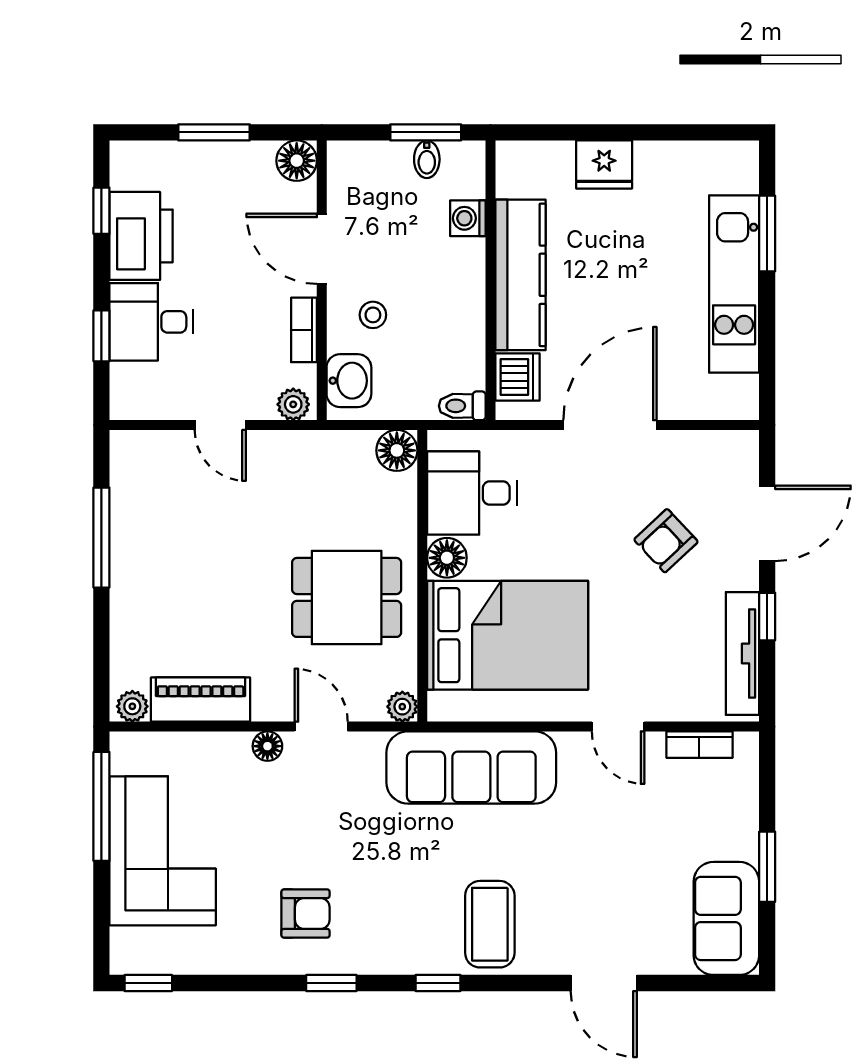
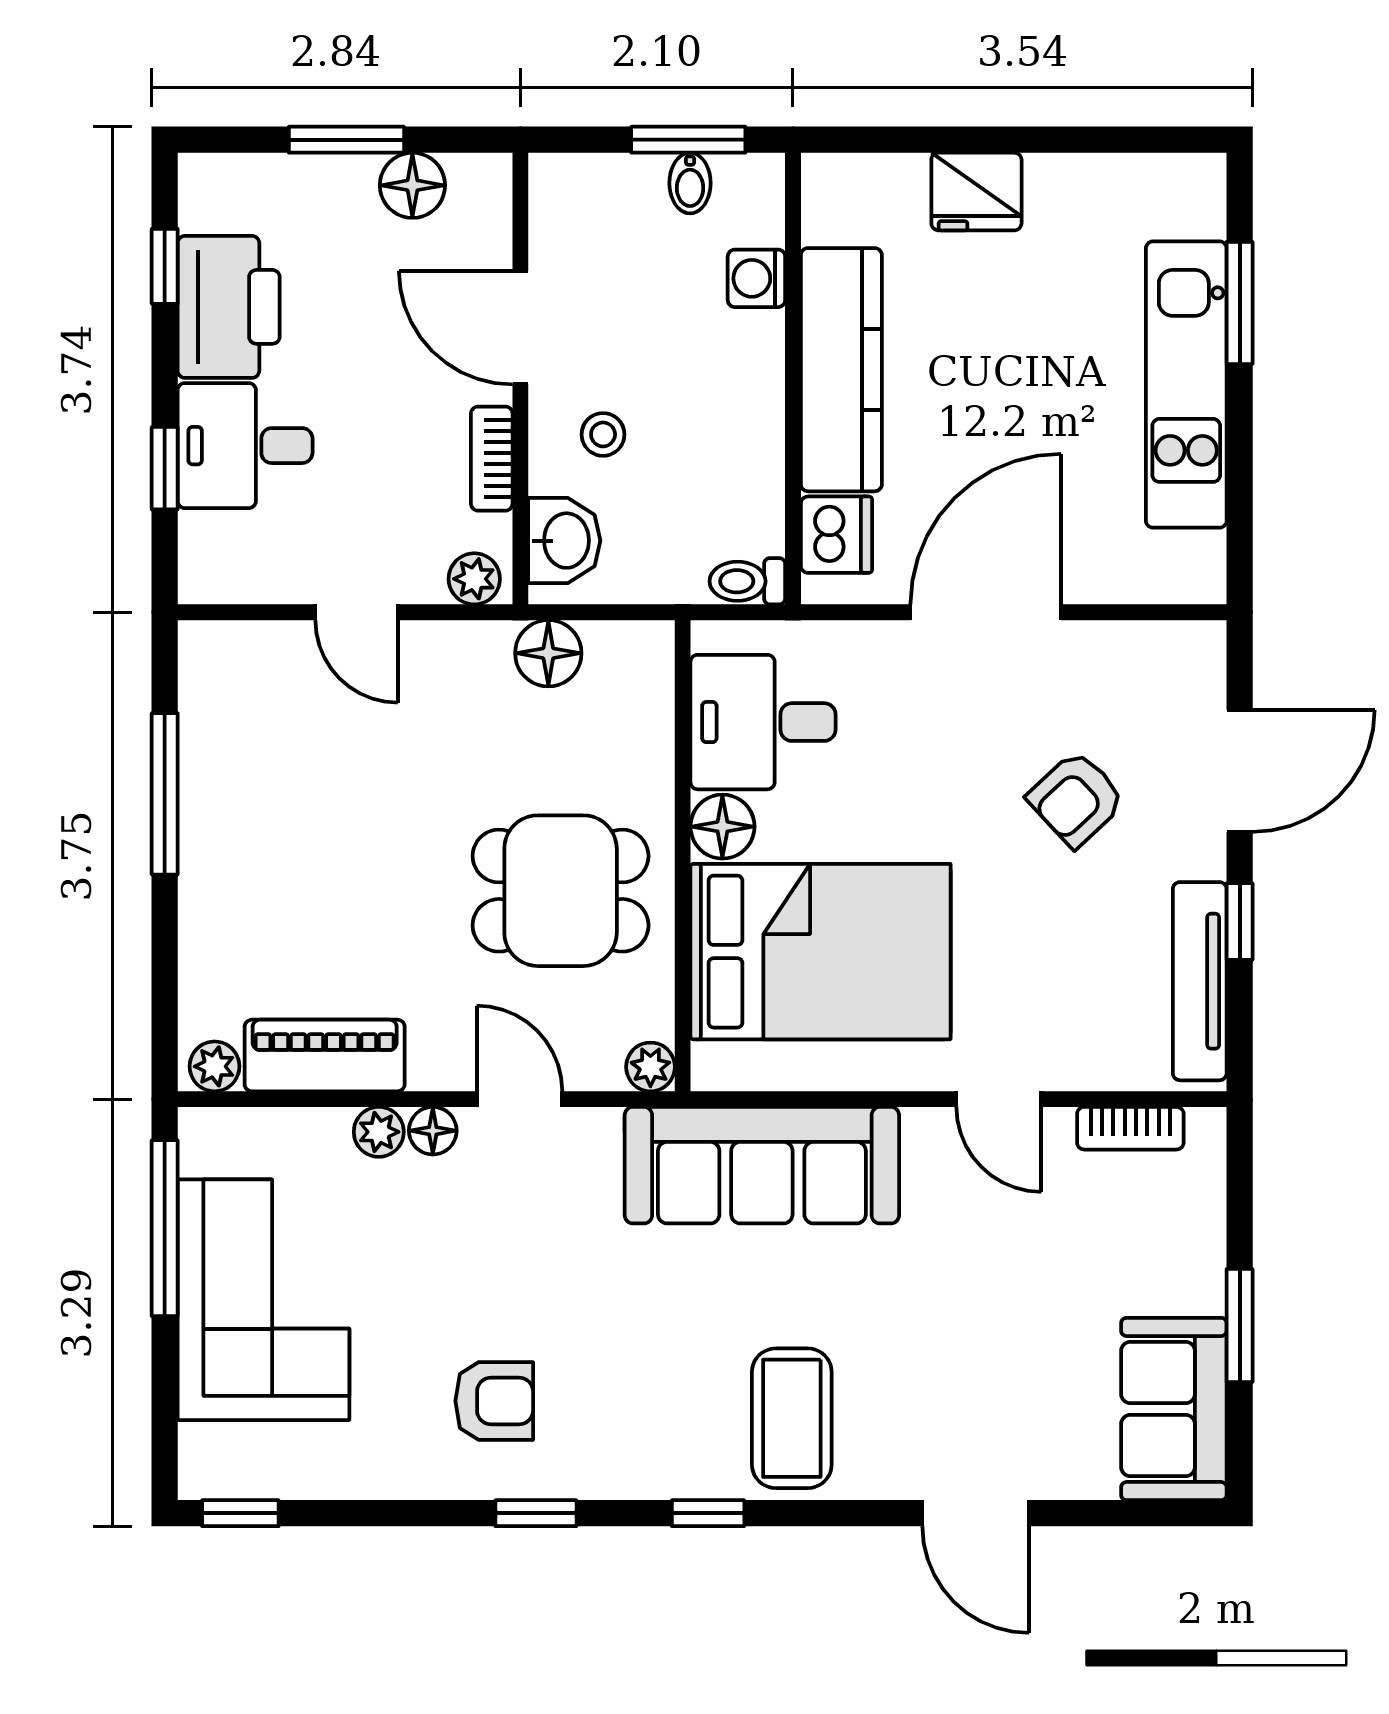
floor lamp: (297, 161) -> (412, 185), moved
floor lamp: (397, 450) -> (548, 653), moved
plant: (234, 747) -> (379, 1132), added

